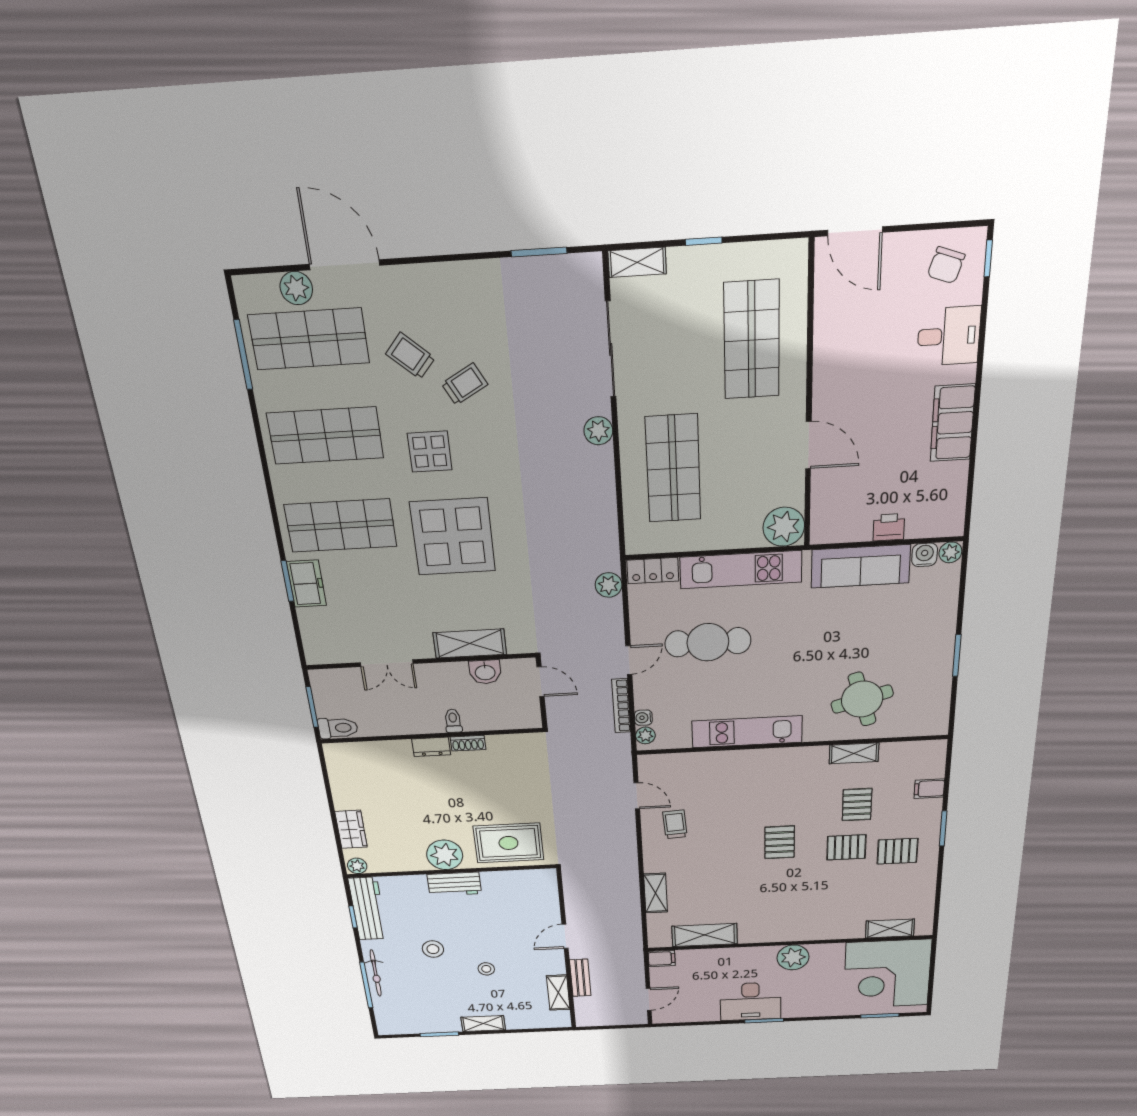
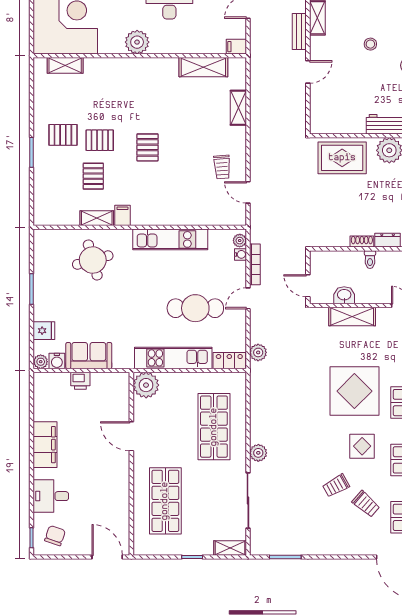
sofa: (861, 566) -> (89, 356), width x0.73
fridge: (942, 598) -> (44, 331), added
filing cabinet: (929, 789) -> (122, 215), moved, turned -90

